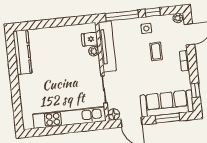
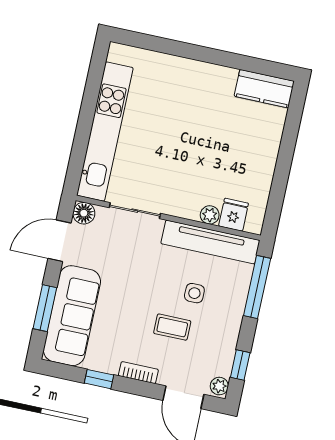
window: (153, 12) -> (240, 365), moved
side table: (146, 28) -> (194, 293), moved
kitchen counter: (22, 52) -> (264, 89), width x0.67
window: (195, 90) -> (99, 379), moved

